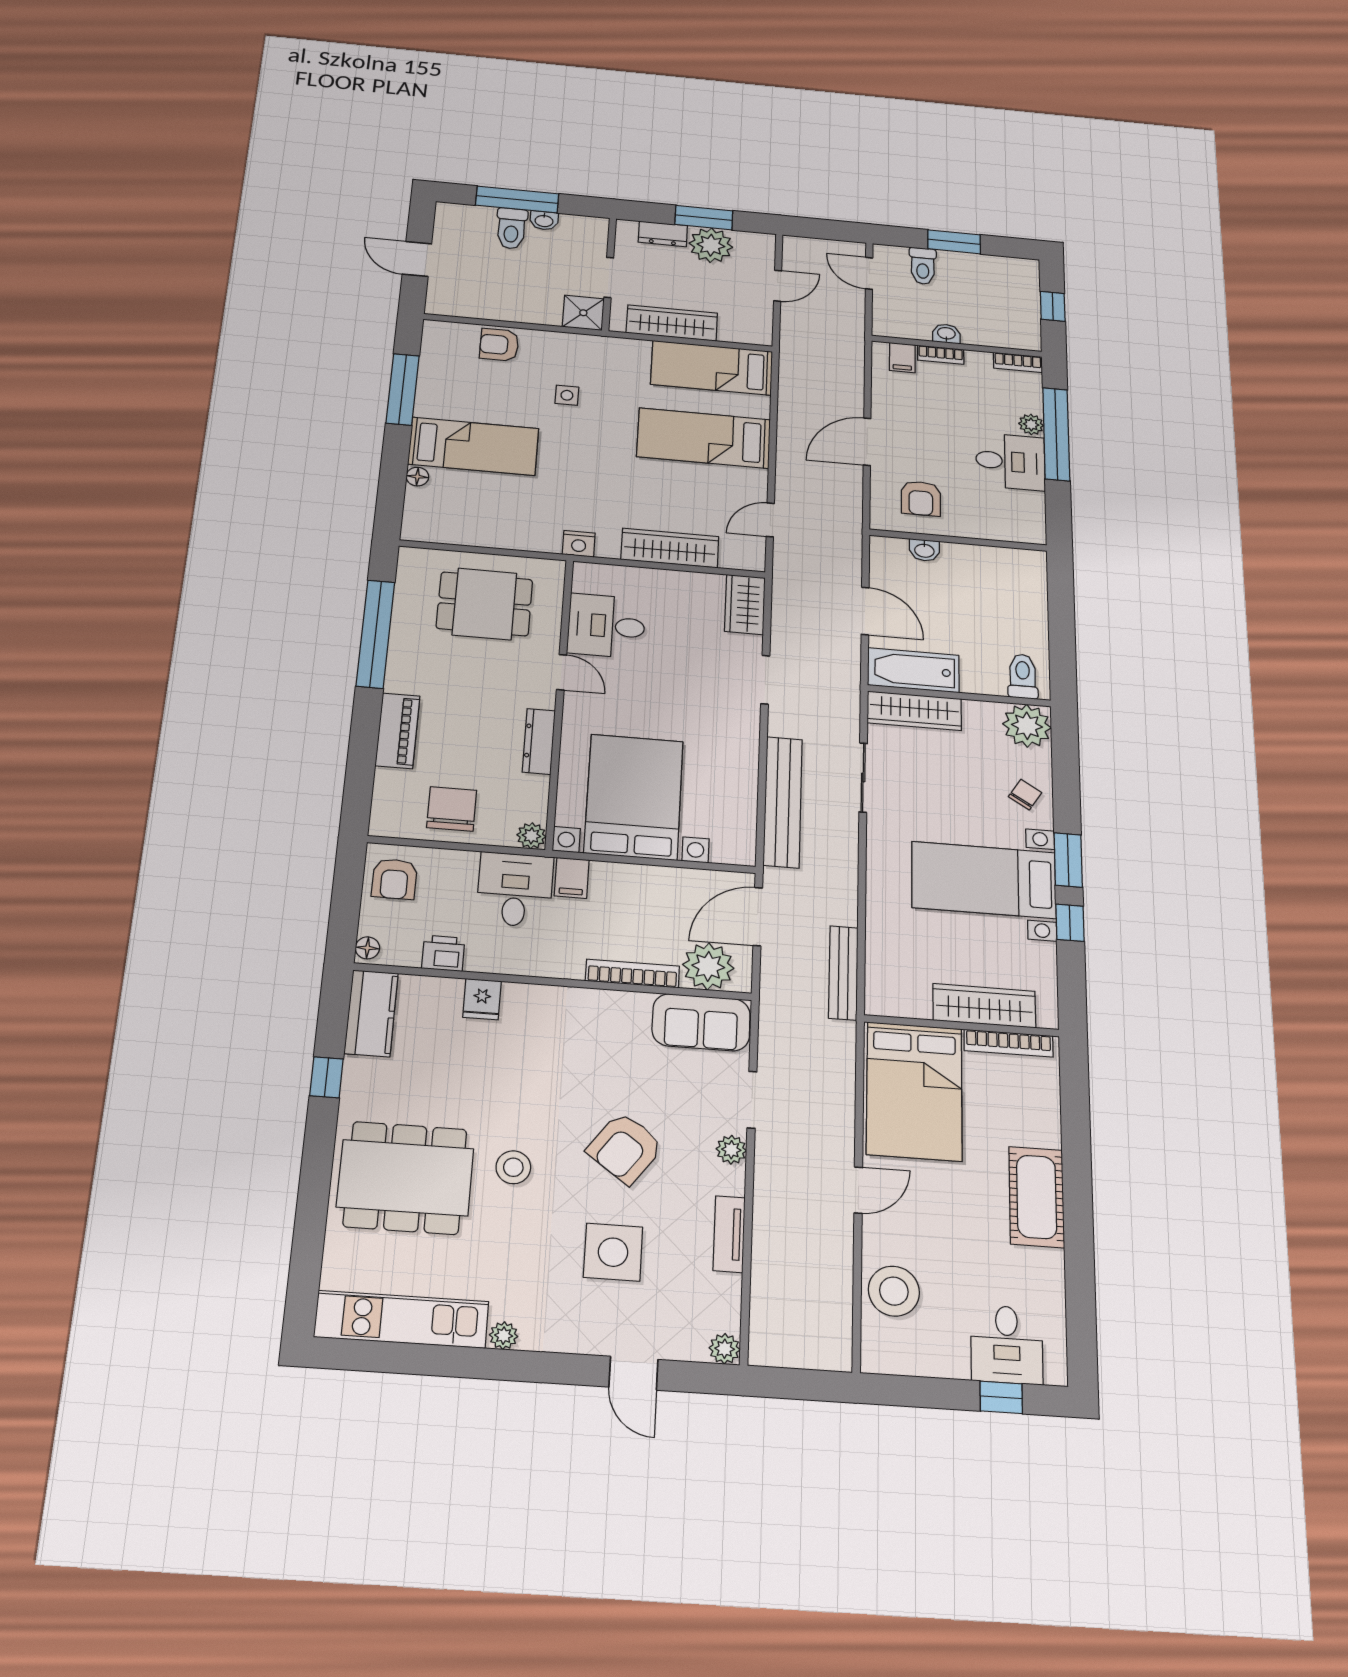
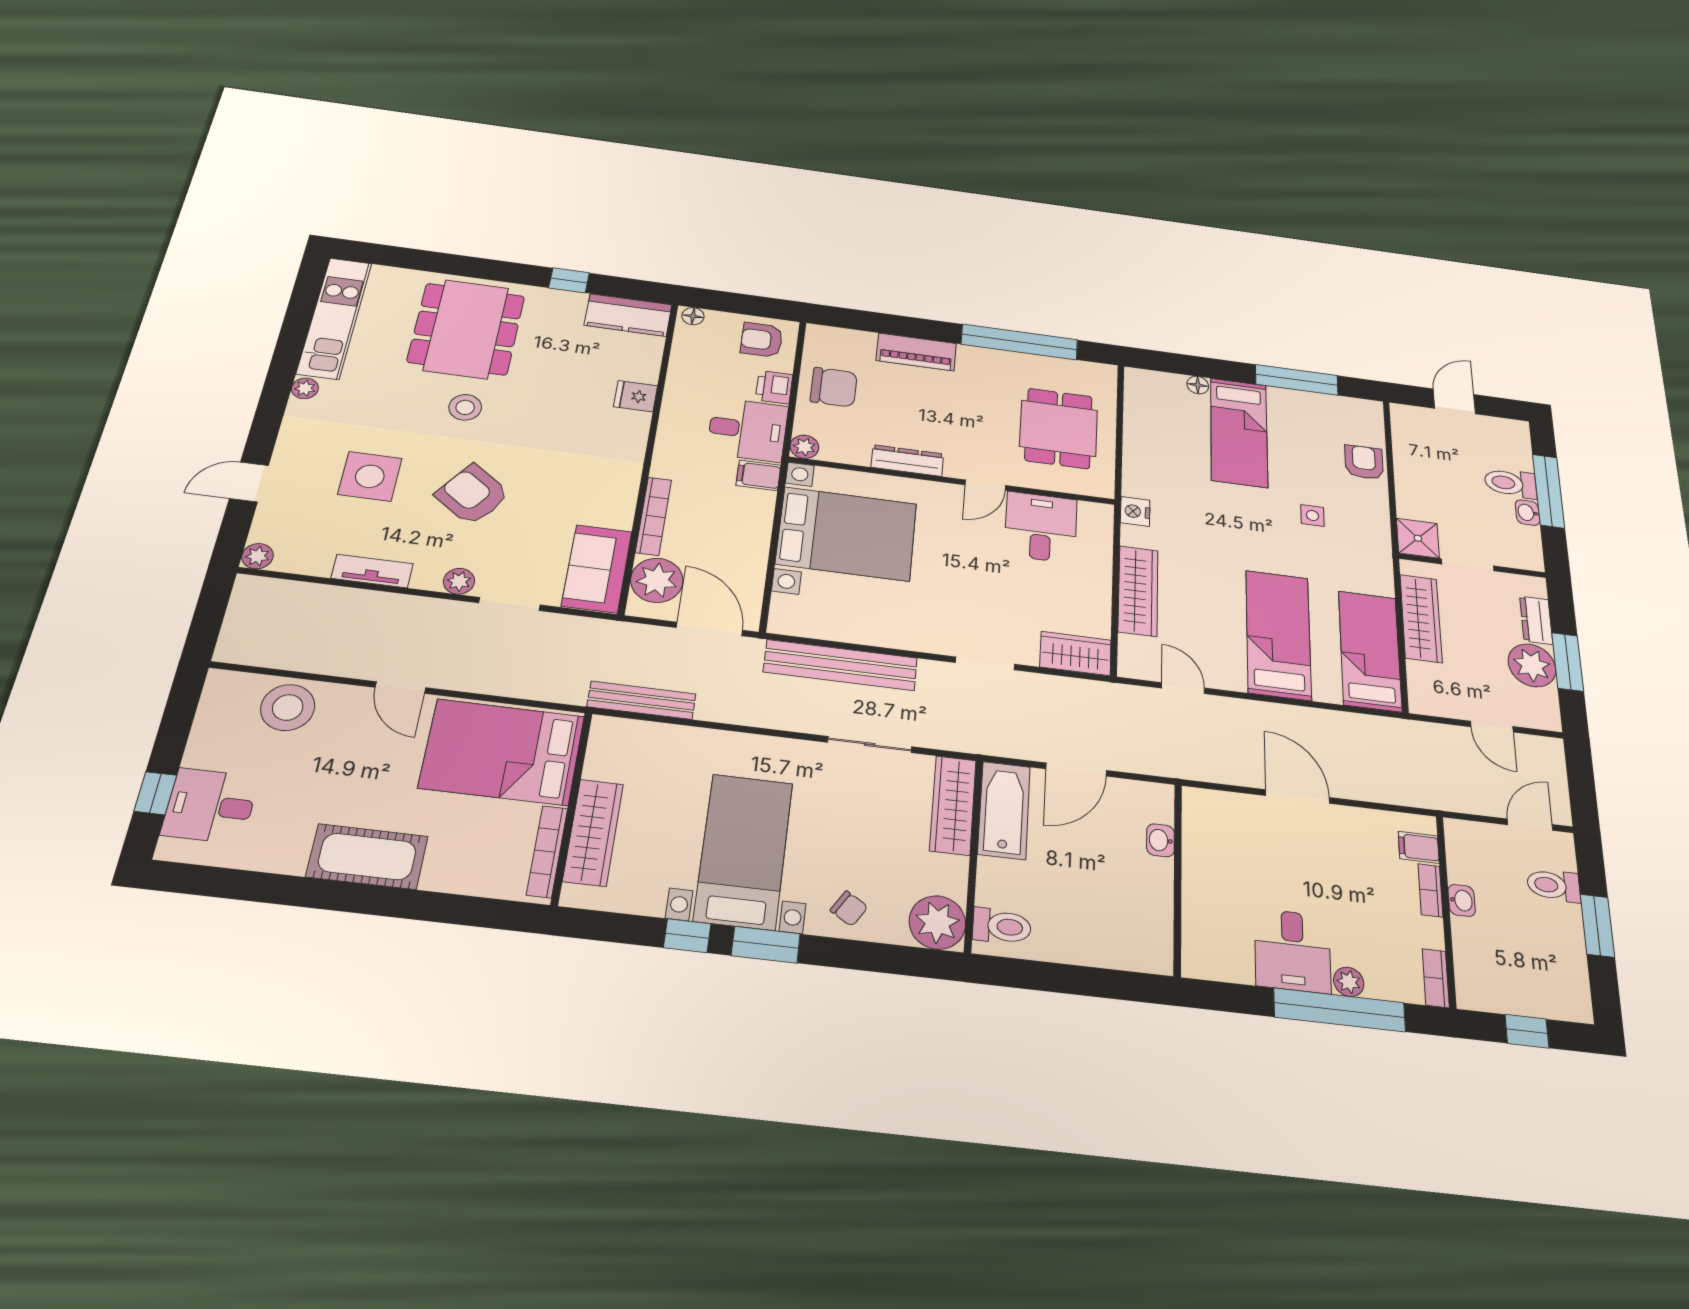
armchair: (921, 498) -> (1229, 845), removed
printer: (443, 953) -> (774, 387), moved, turned 180

